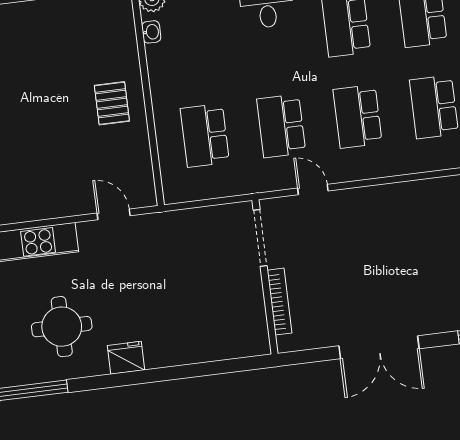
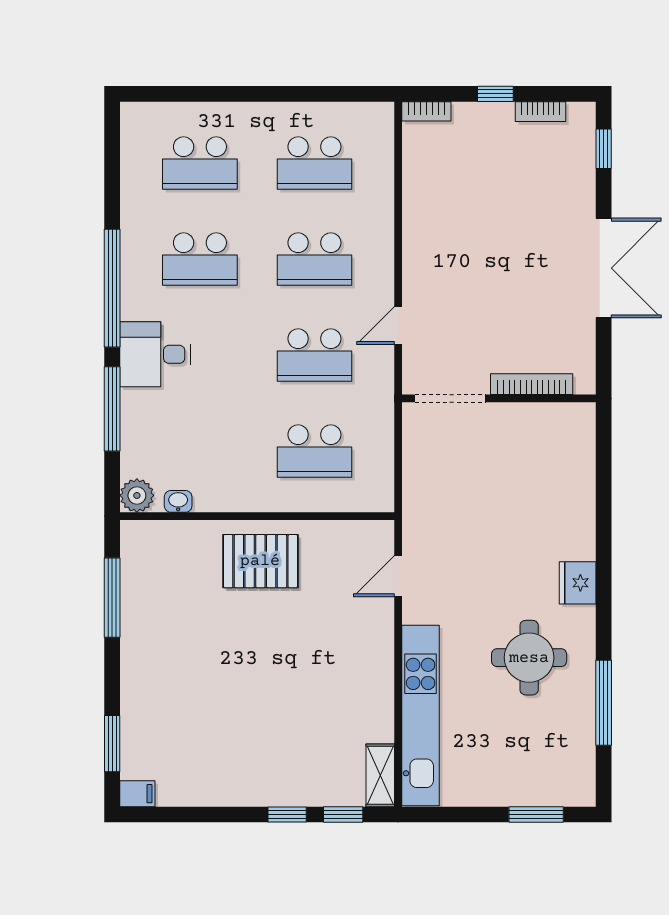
pallet: (112, 103) -> (260, 561), width x1.50, depth x1.42

